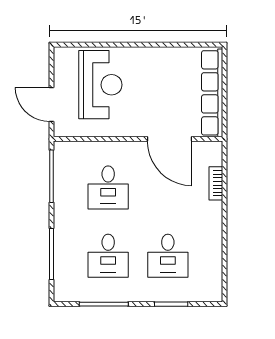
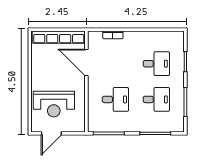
reception desk: (100, 85) -> (54, 104), turned 180
door: (51, 104) -> (51, 133), moved
door: (170, 139) -> (86, 63), swing flipped

